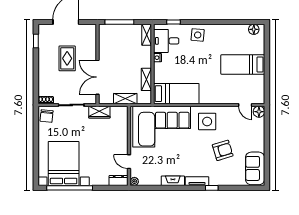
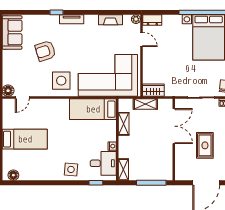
door: (245, 105) -> (22, 98), swing flipped
wardrobe: (99, 112) -> (153, 90), moved
fireplace: (173, 181) -> (110, 20), moved

